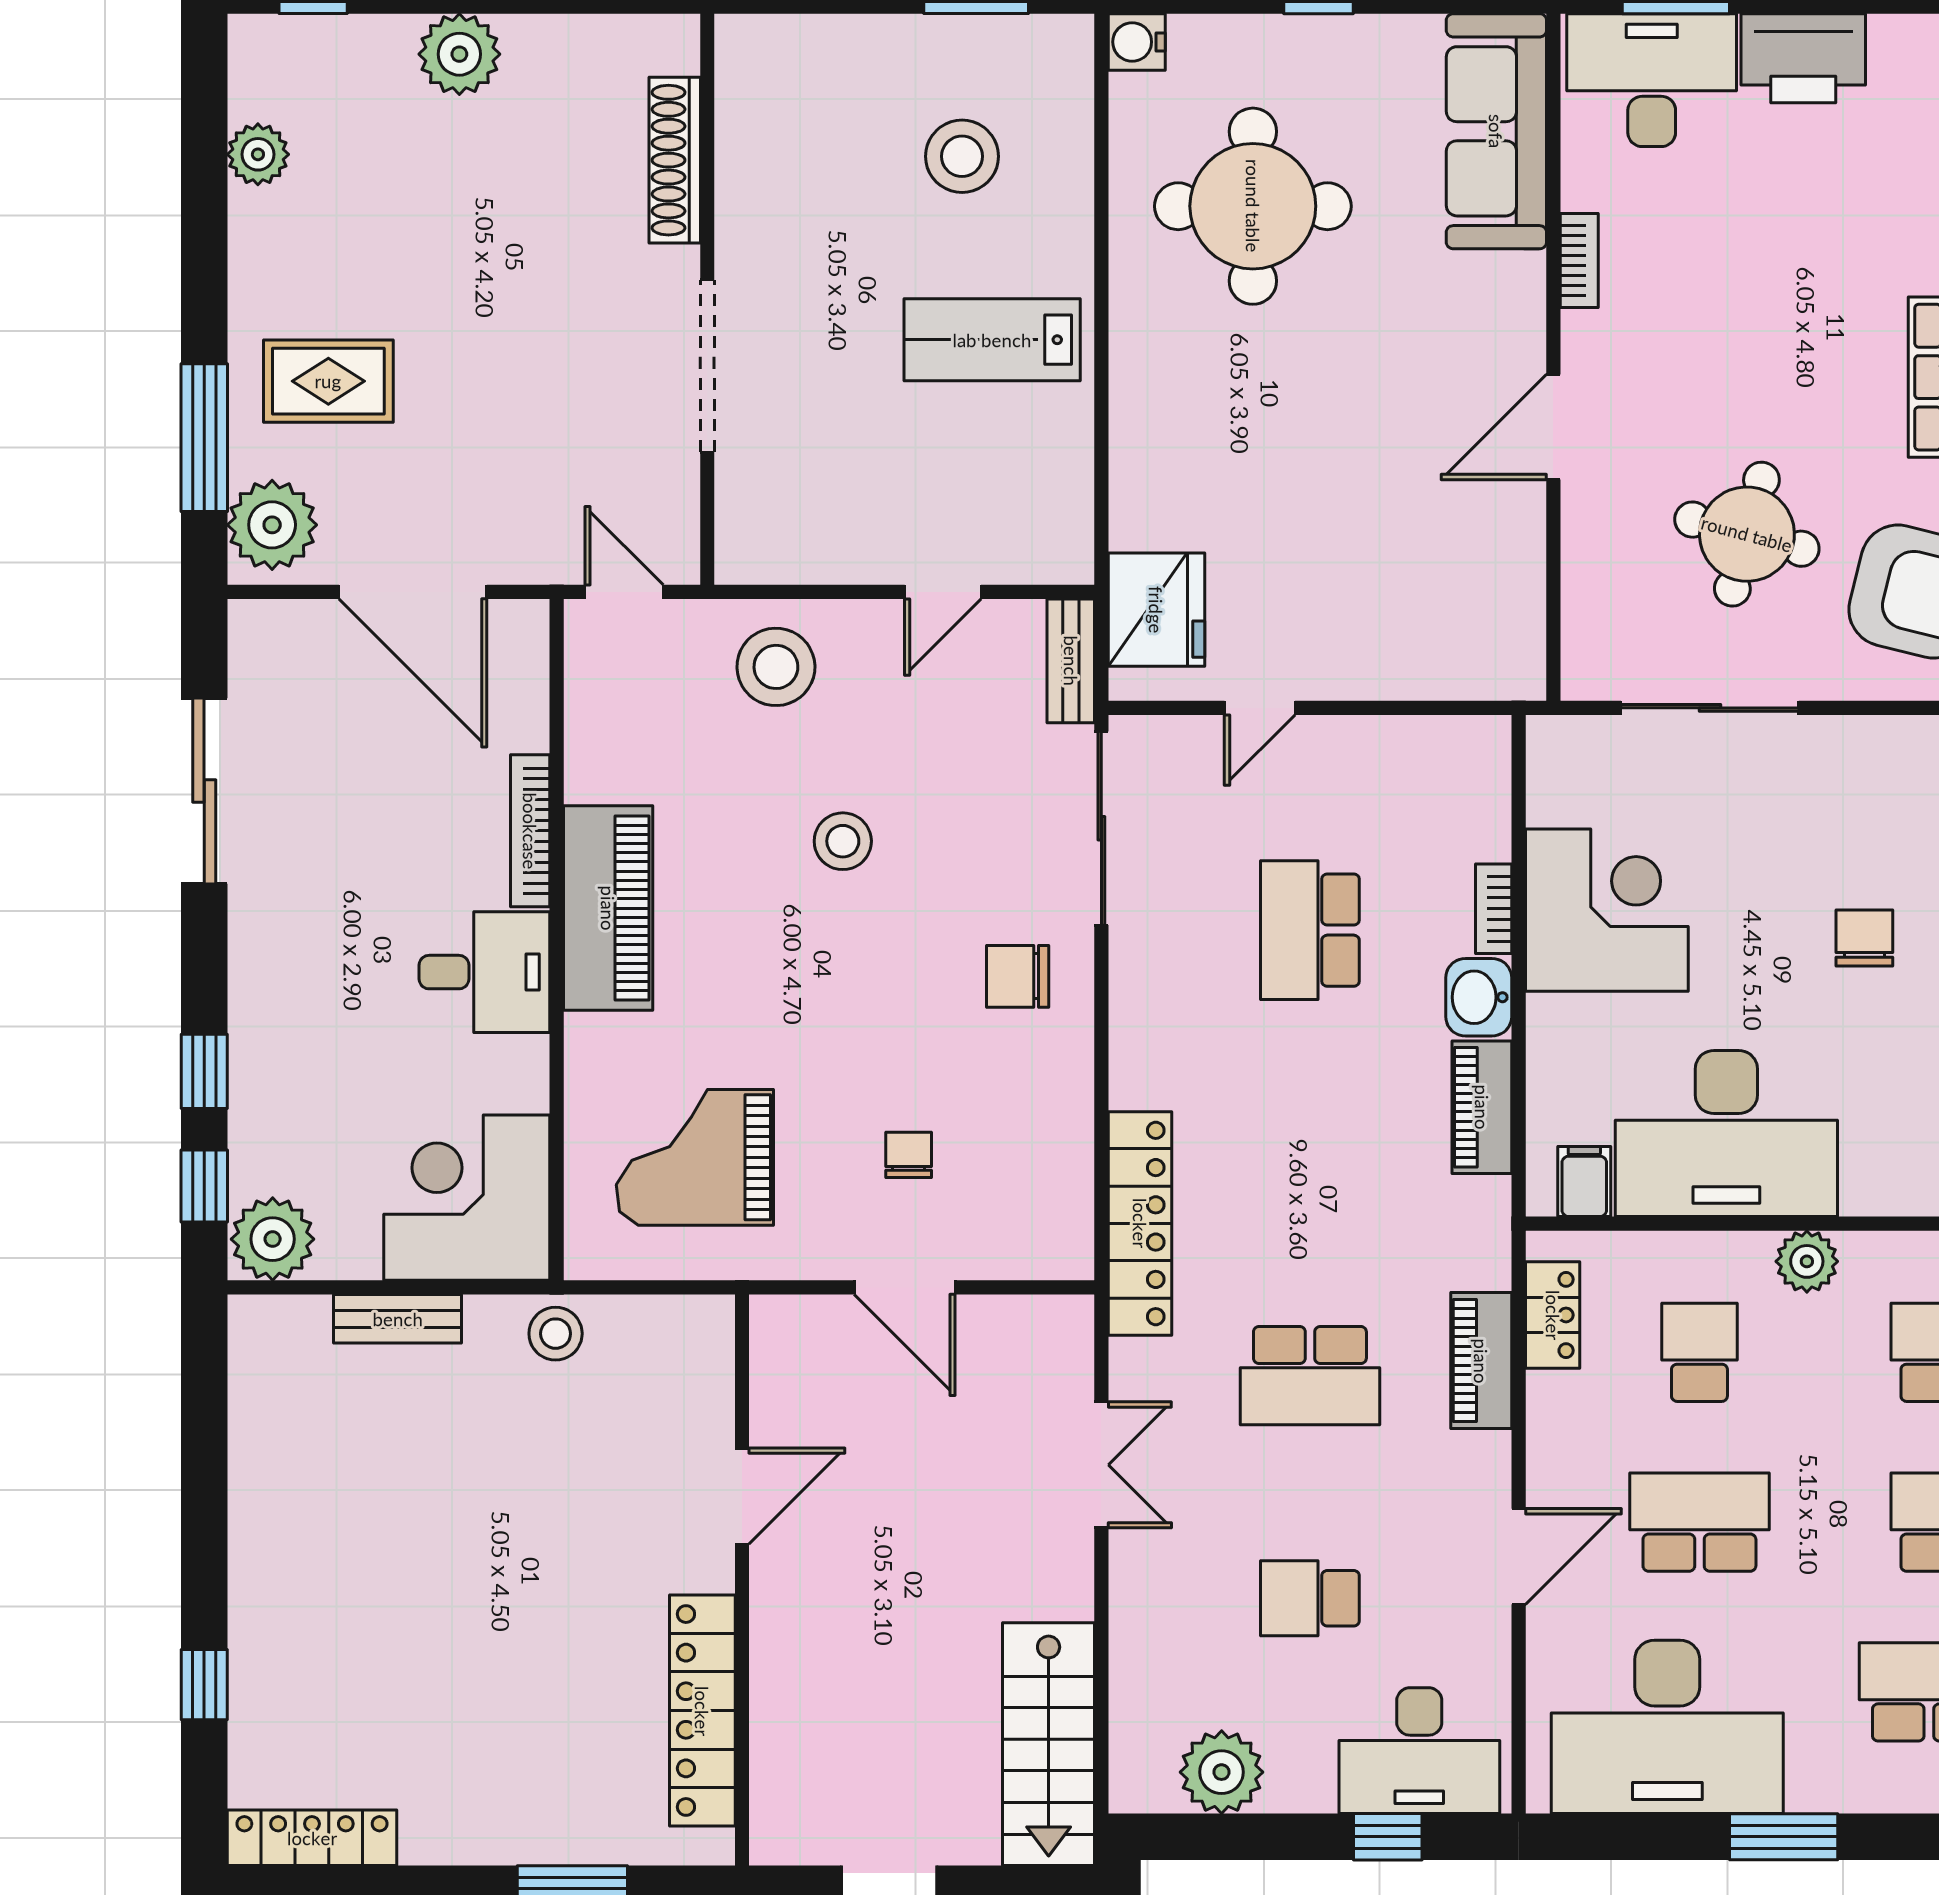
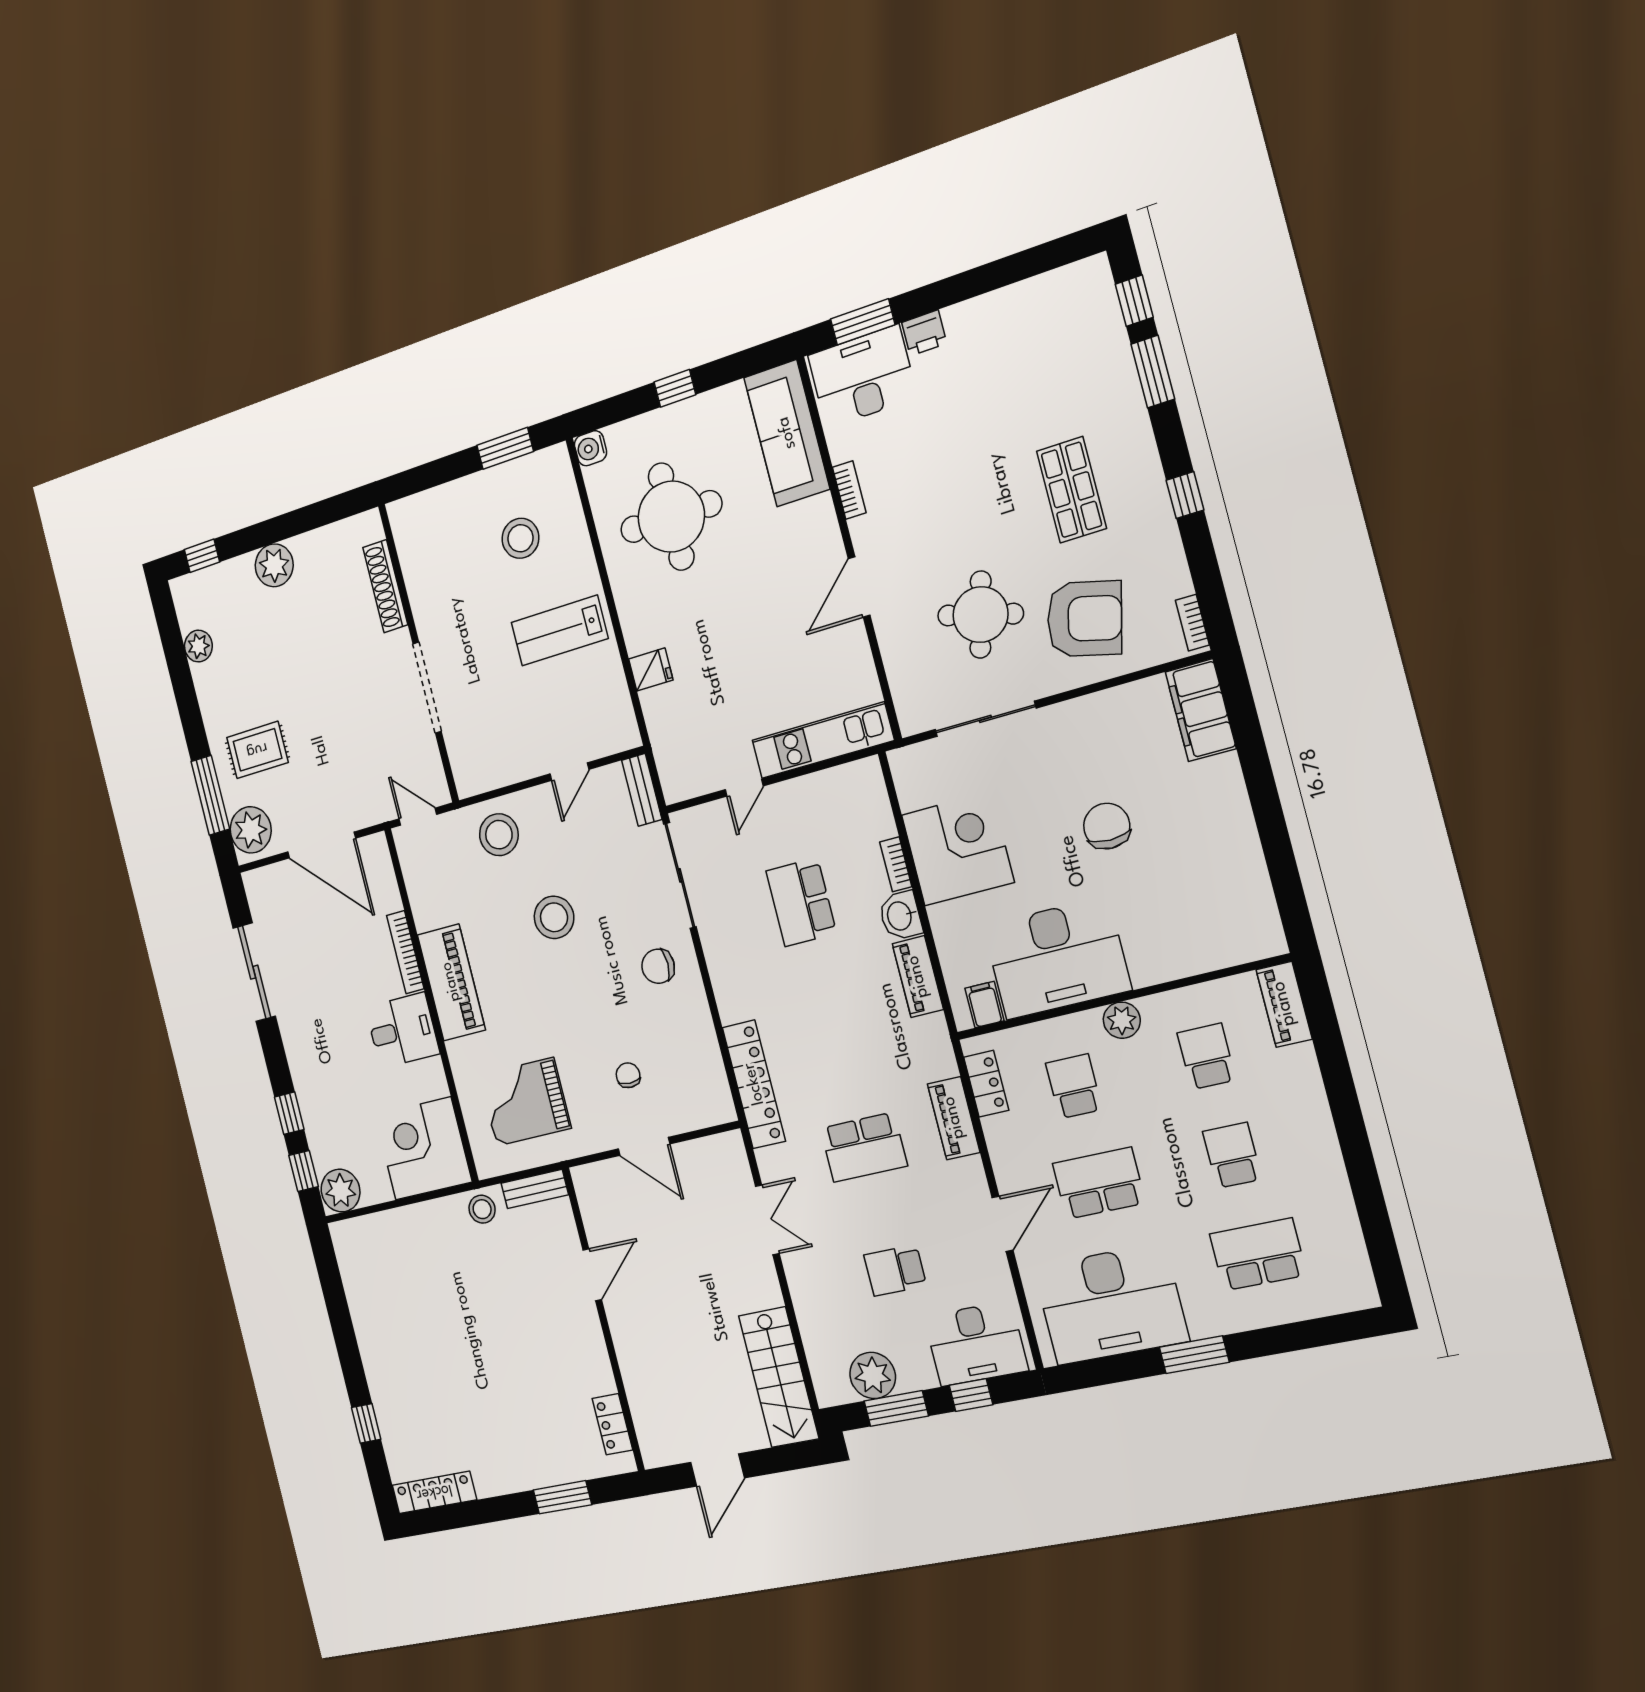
printer: (1803, 58) -> (924, 333), width x0.53, depth x0.68
fridge: (1156, 610) -> (651, 669), moved, width x0.53, depth x0.75
kitchen unit: (1422, 666) -> (823, 740), added
stool: (843, 841) -> (554, 917), width x1.38, depth x1.38
chair: (1864, 938) -> (1107, 826), width x1.37, depth x1.37
bench: (398, 1319) -> (535, 1189), moved
locker: (702, 1711) -> (612, 1424), width x0.46, depth x0.83
window: (1249, 1837) -> (896, 1408), added

